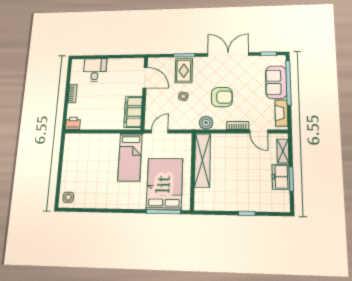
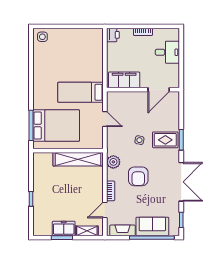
door: (145, 78) -> (159, 90), moved
wall: (144, 93) -> (143, 90), moved
filing cabinet: (133, 112) -> (124, 80), moved

